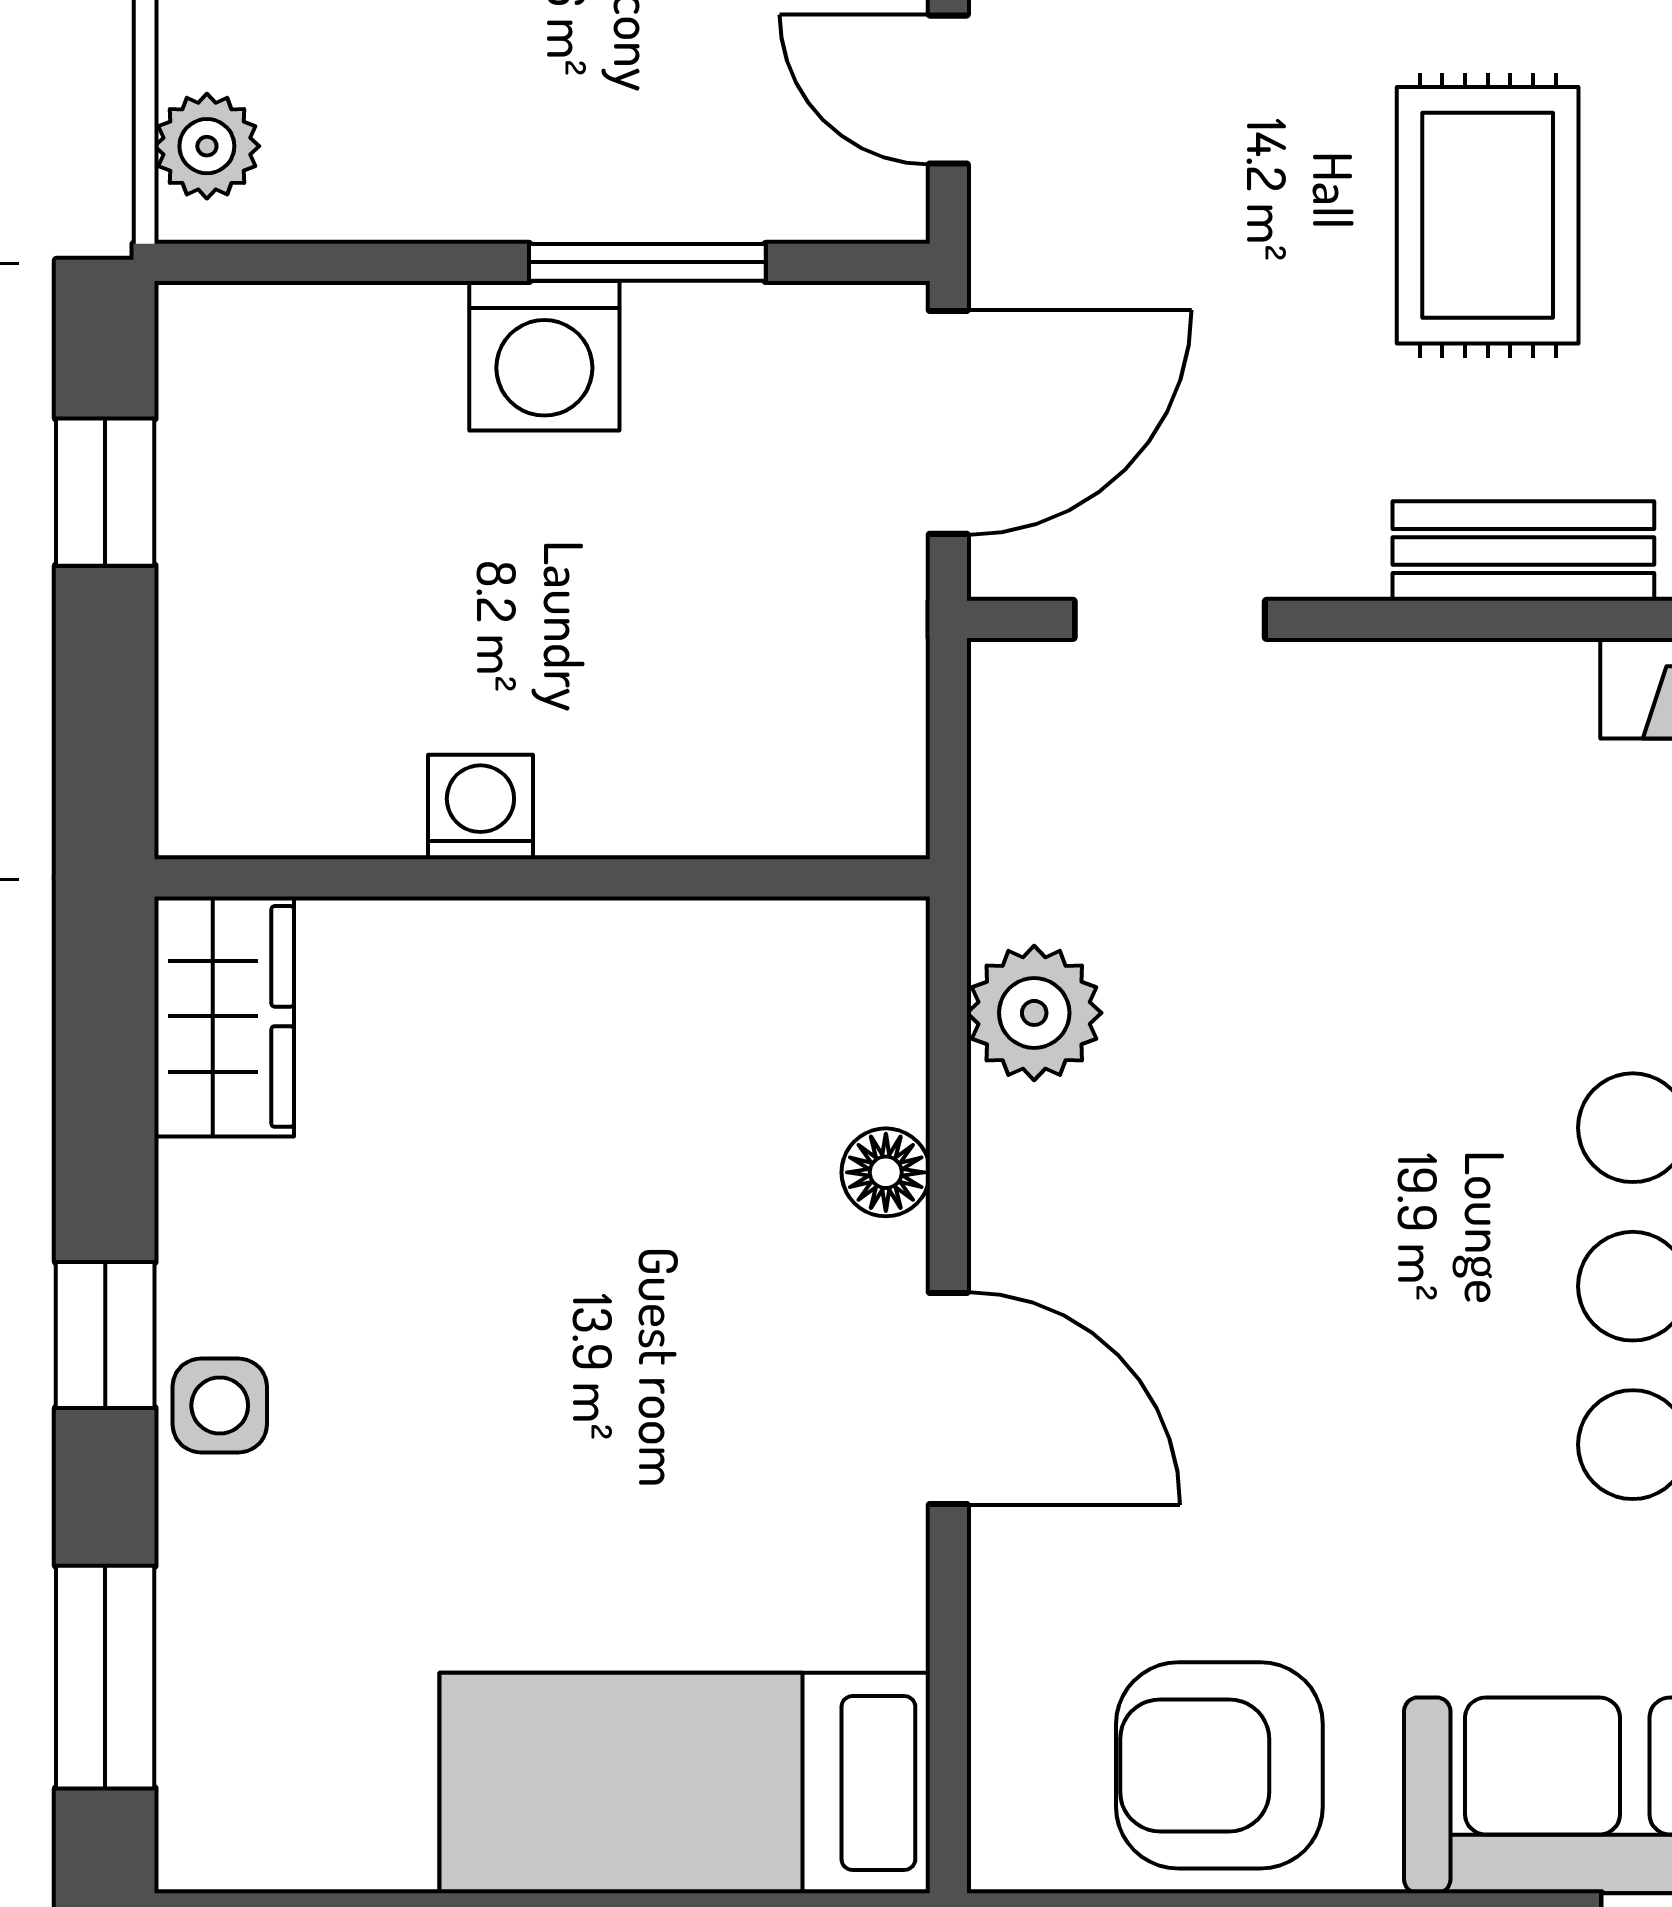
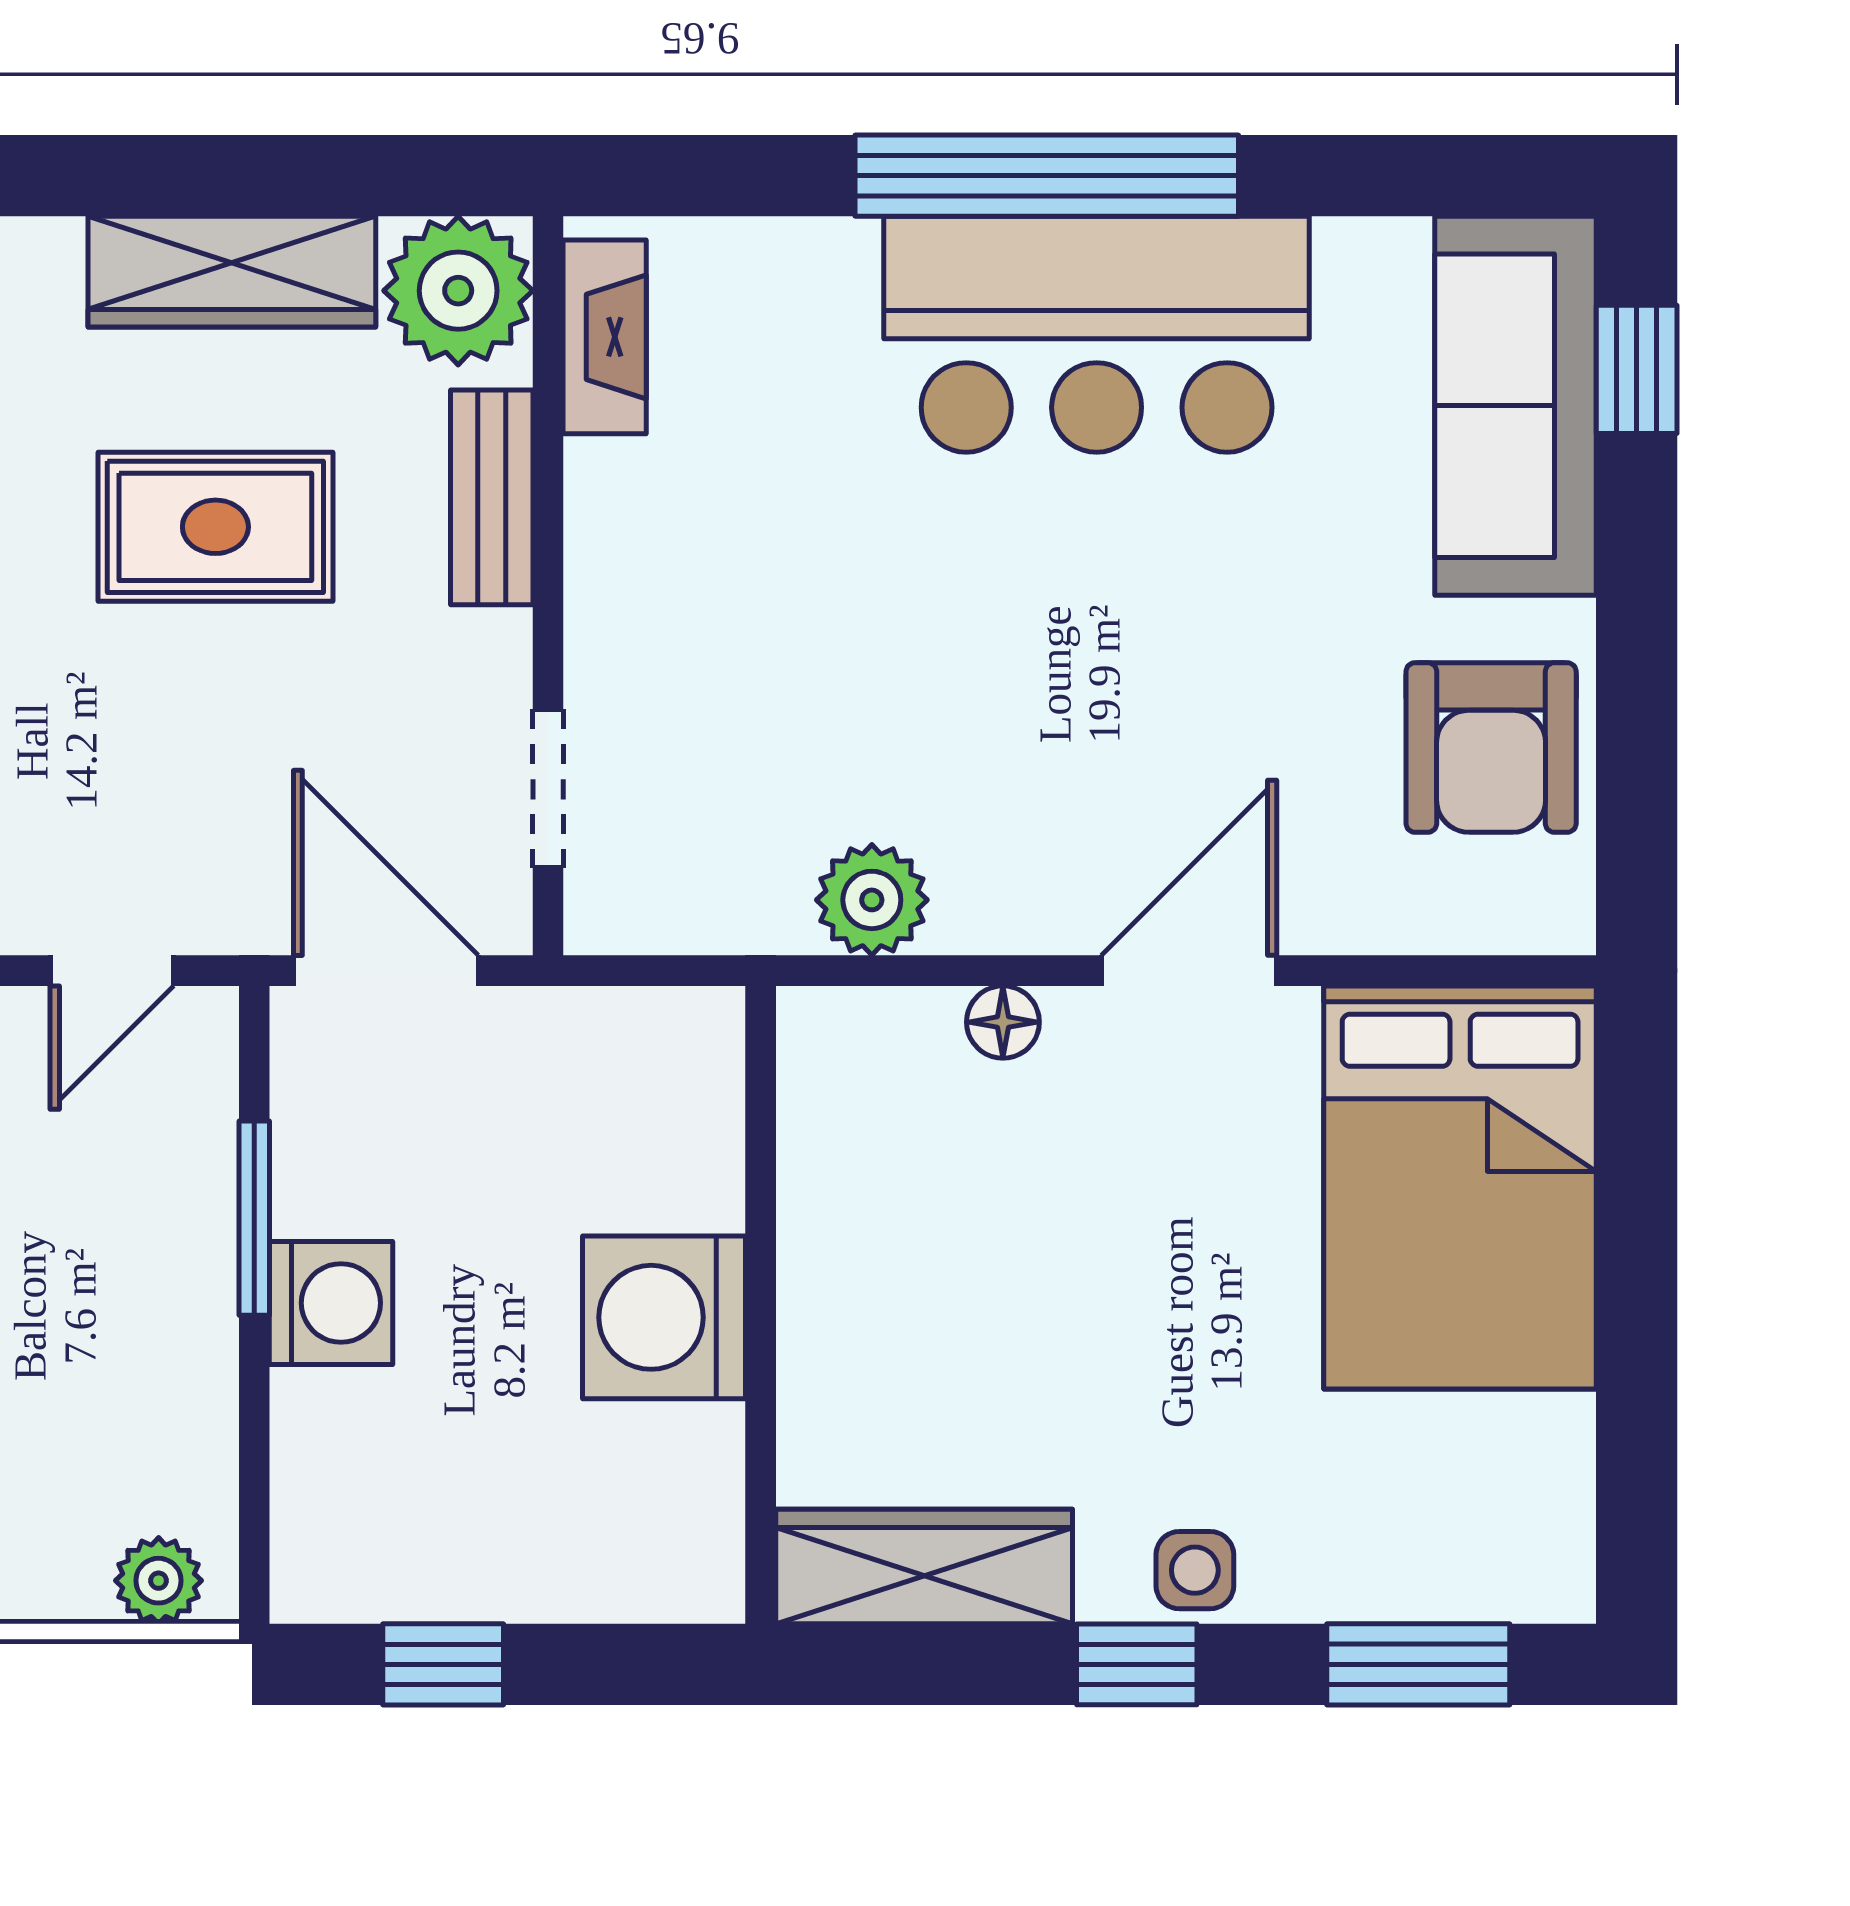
washing machine: (480, 807) -> (664, 1317), width x1.89, depth x1.89
wardrobe: (224, 1016) -> (924, 1567), width x1.50
bed: (685, 1783) -> (1460, 1187), width x1.50

